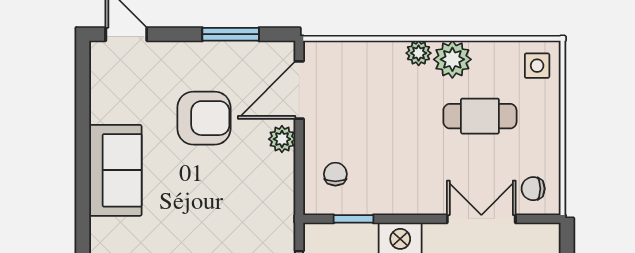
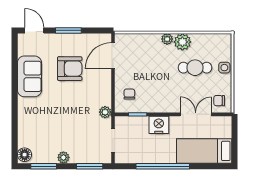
window: (231, 34) -> (68, 30), moved
side table: (537, 66) -> (224, 68), moved
plant: (282, 139) -> (105, 112), moved
sofa: (115, 170) -> (29, 76), moved

